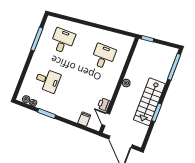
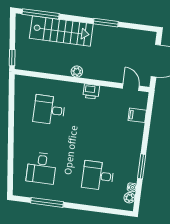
desk: (63, 41) -> (41, 168), turned -90
desk: (47, 80) -> (98, 176), turned -90
stairs: (149, 102) -> (61, 31), moved
printer: (104, 104) -> (91, 92), moved
door: (106, 119) -> (131, 87), swing flipped

